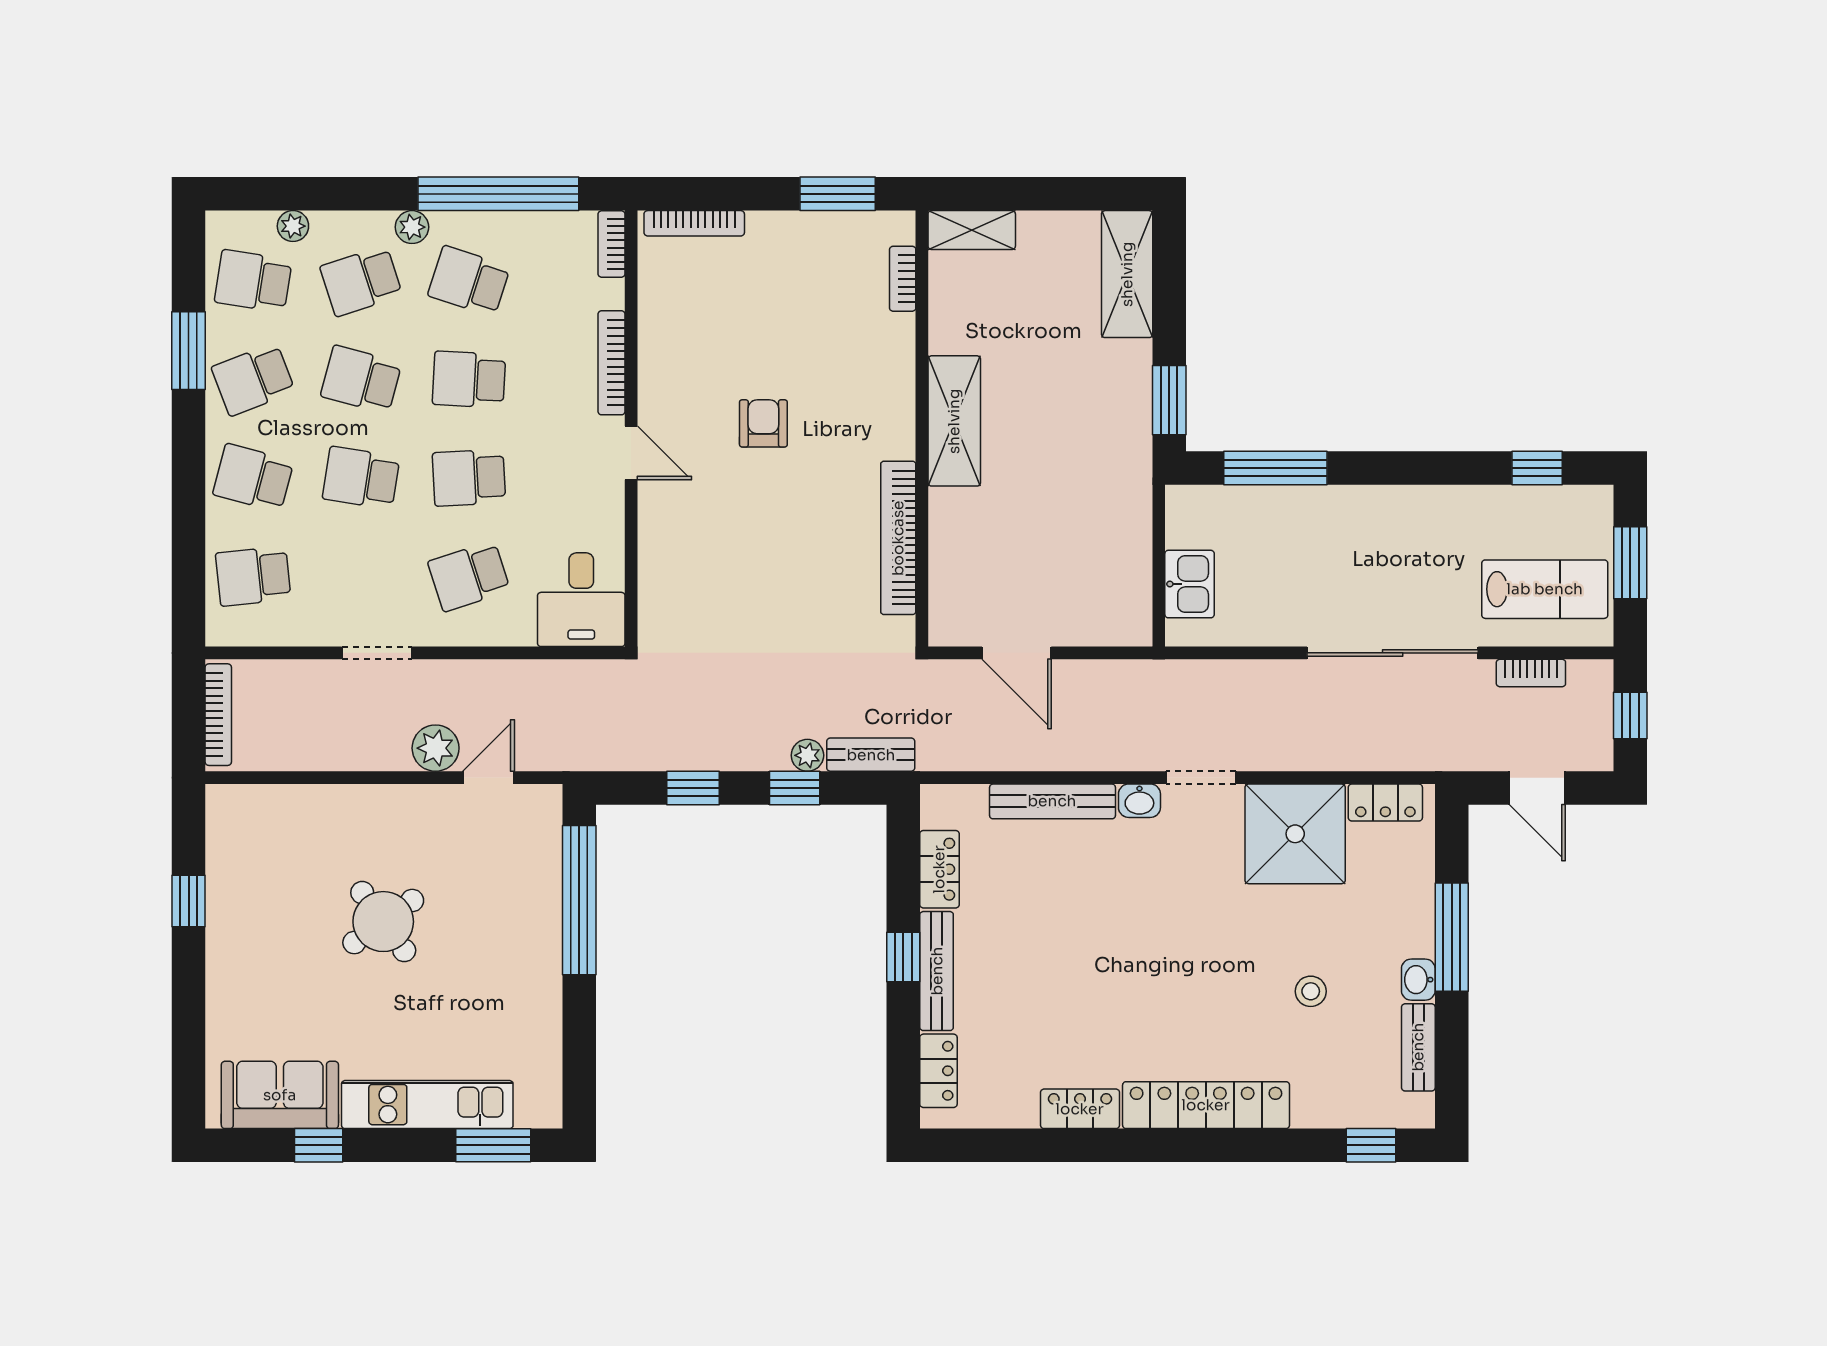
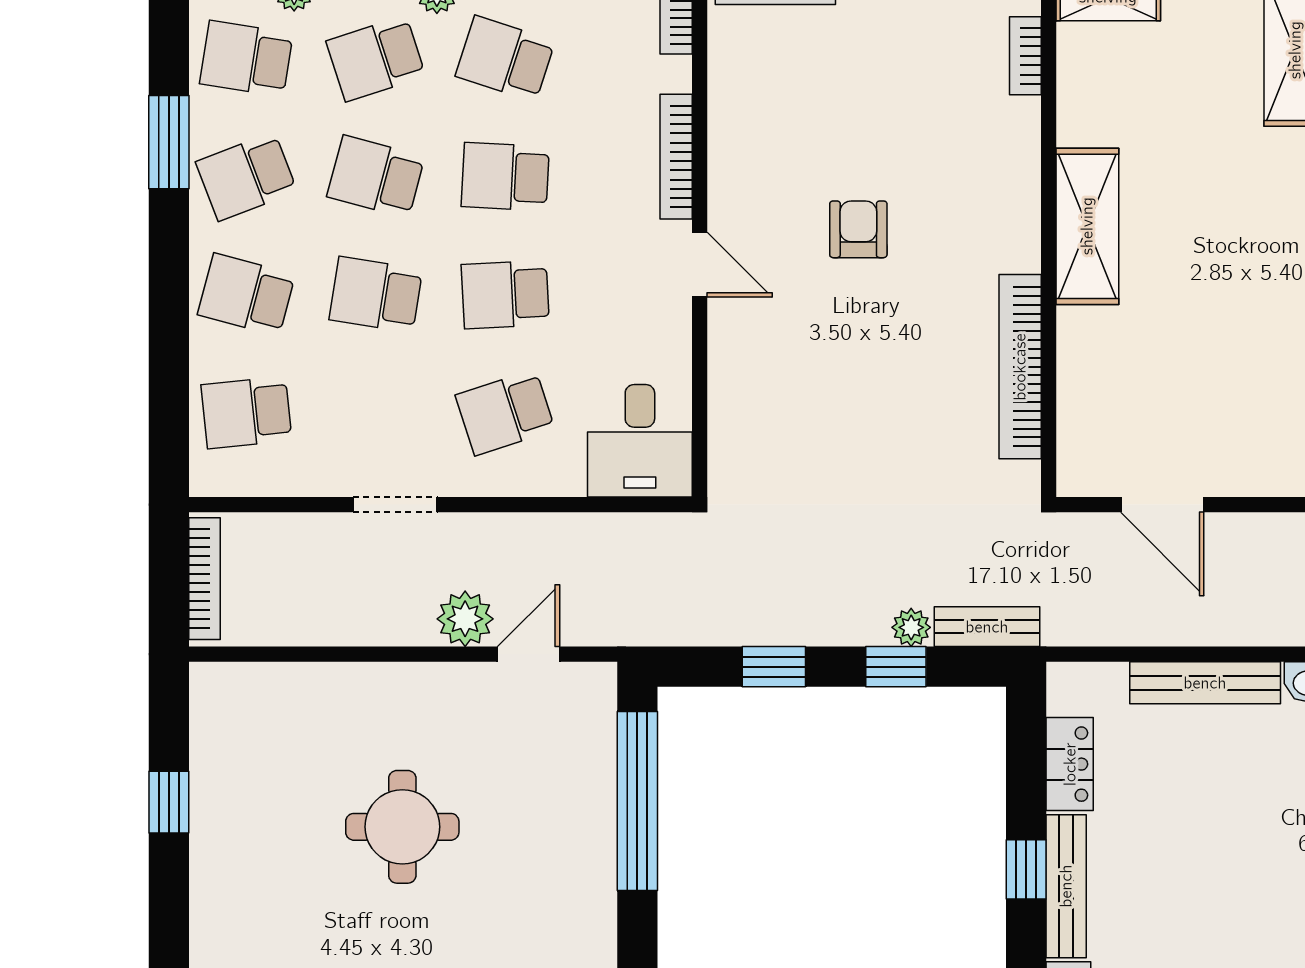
round table: (383, 922) -> (402, 827), turned 36

